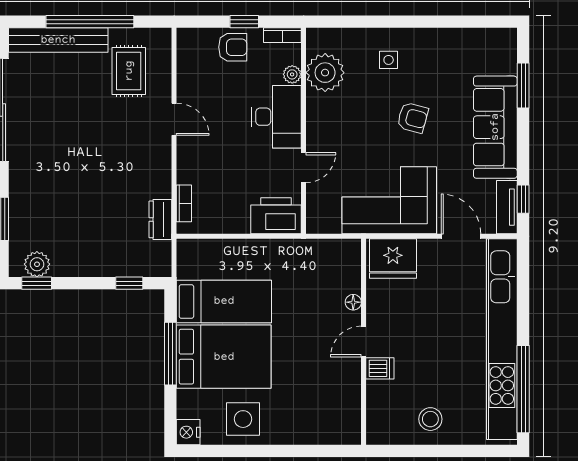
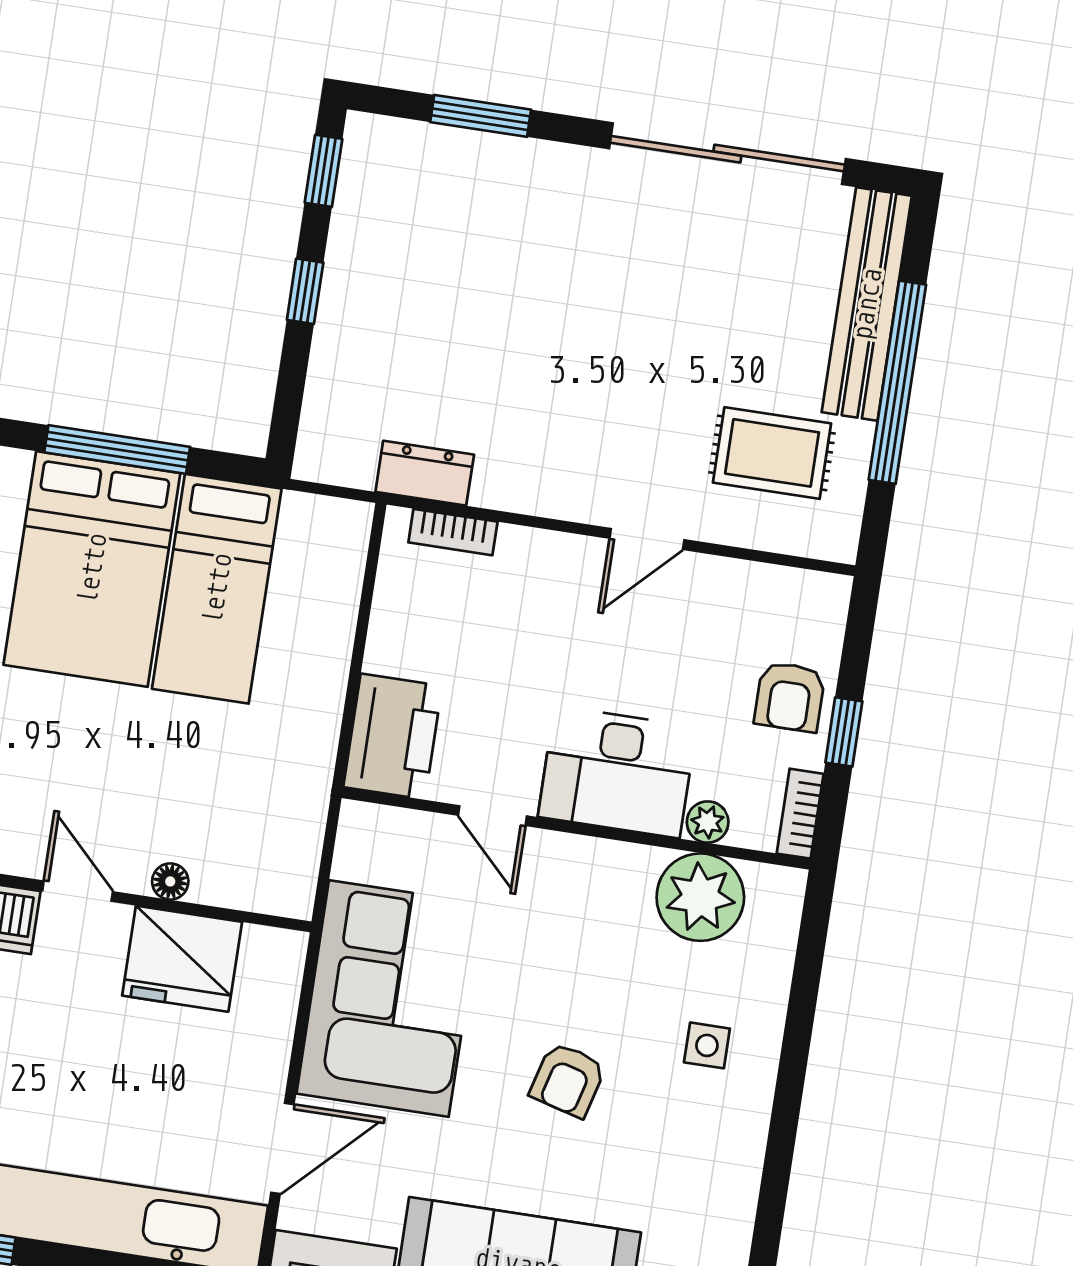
fridge: (393, 258) -> (182, 959), moved, turned -90
plant: (37, 264) -> (366, 178), removed
window: (129, 283) -> (305, 291), moved

